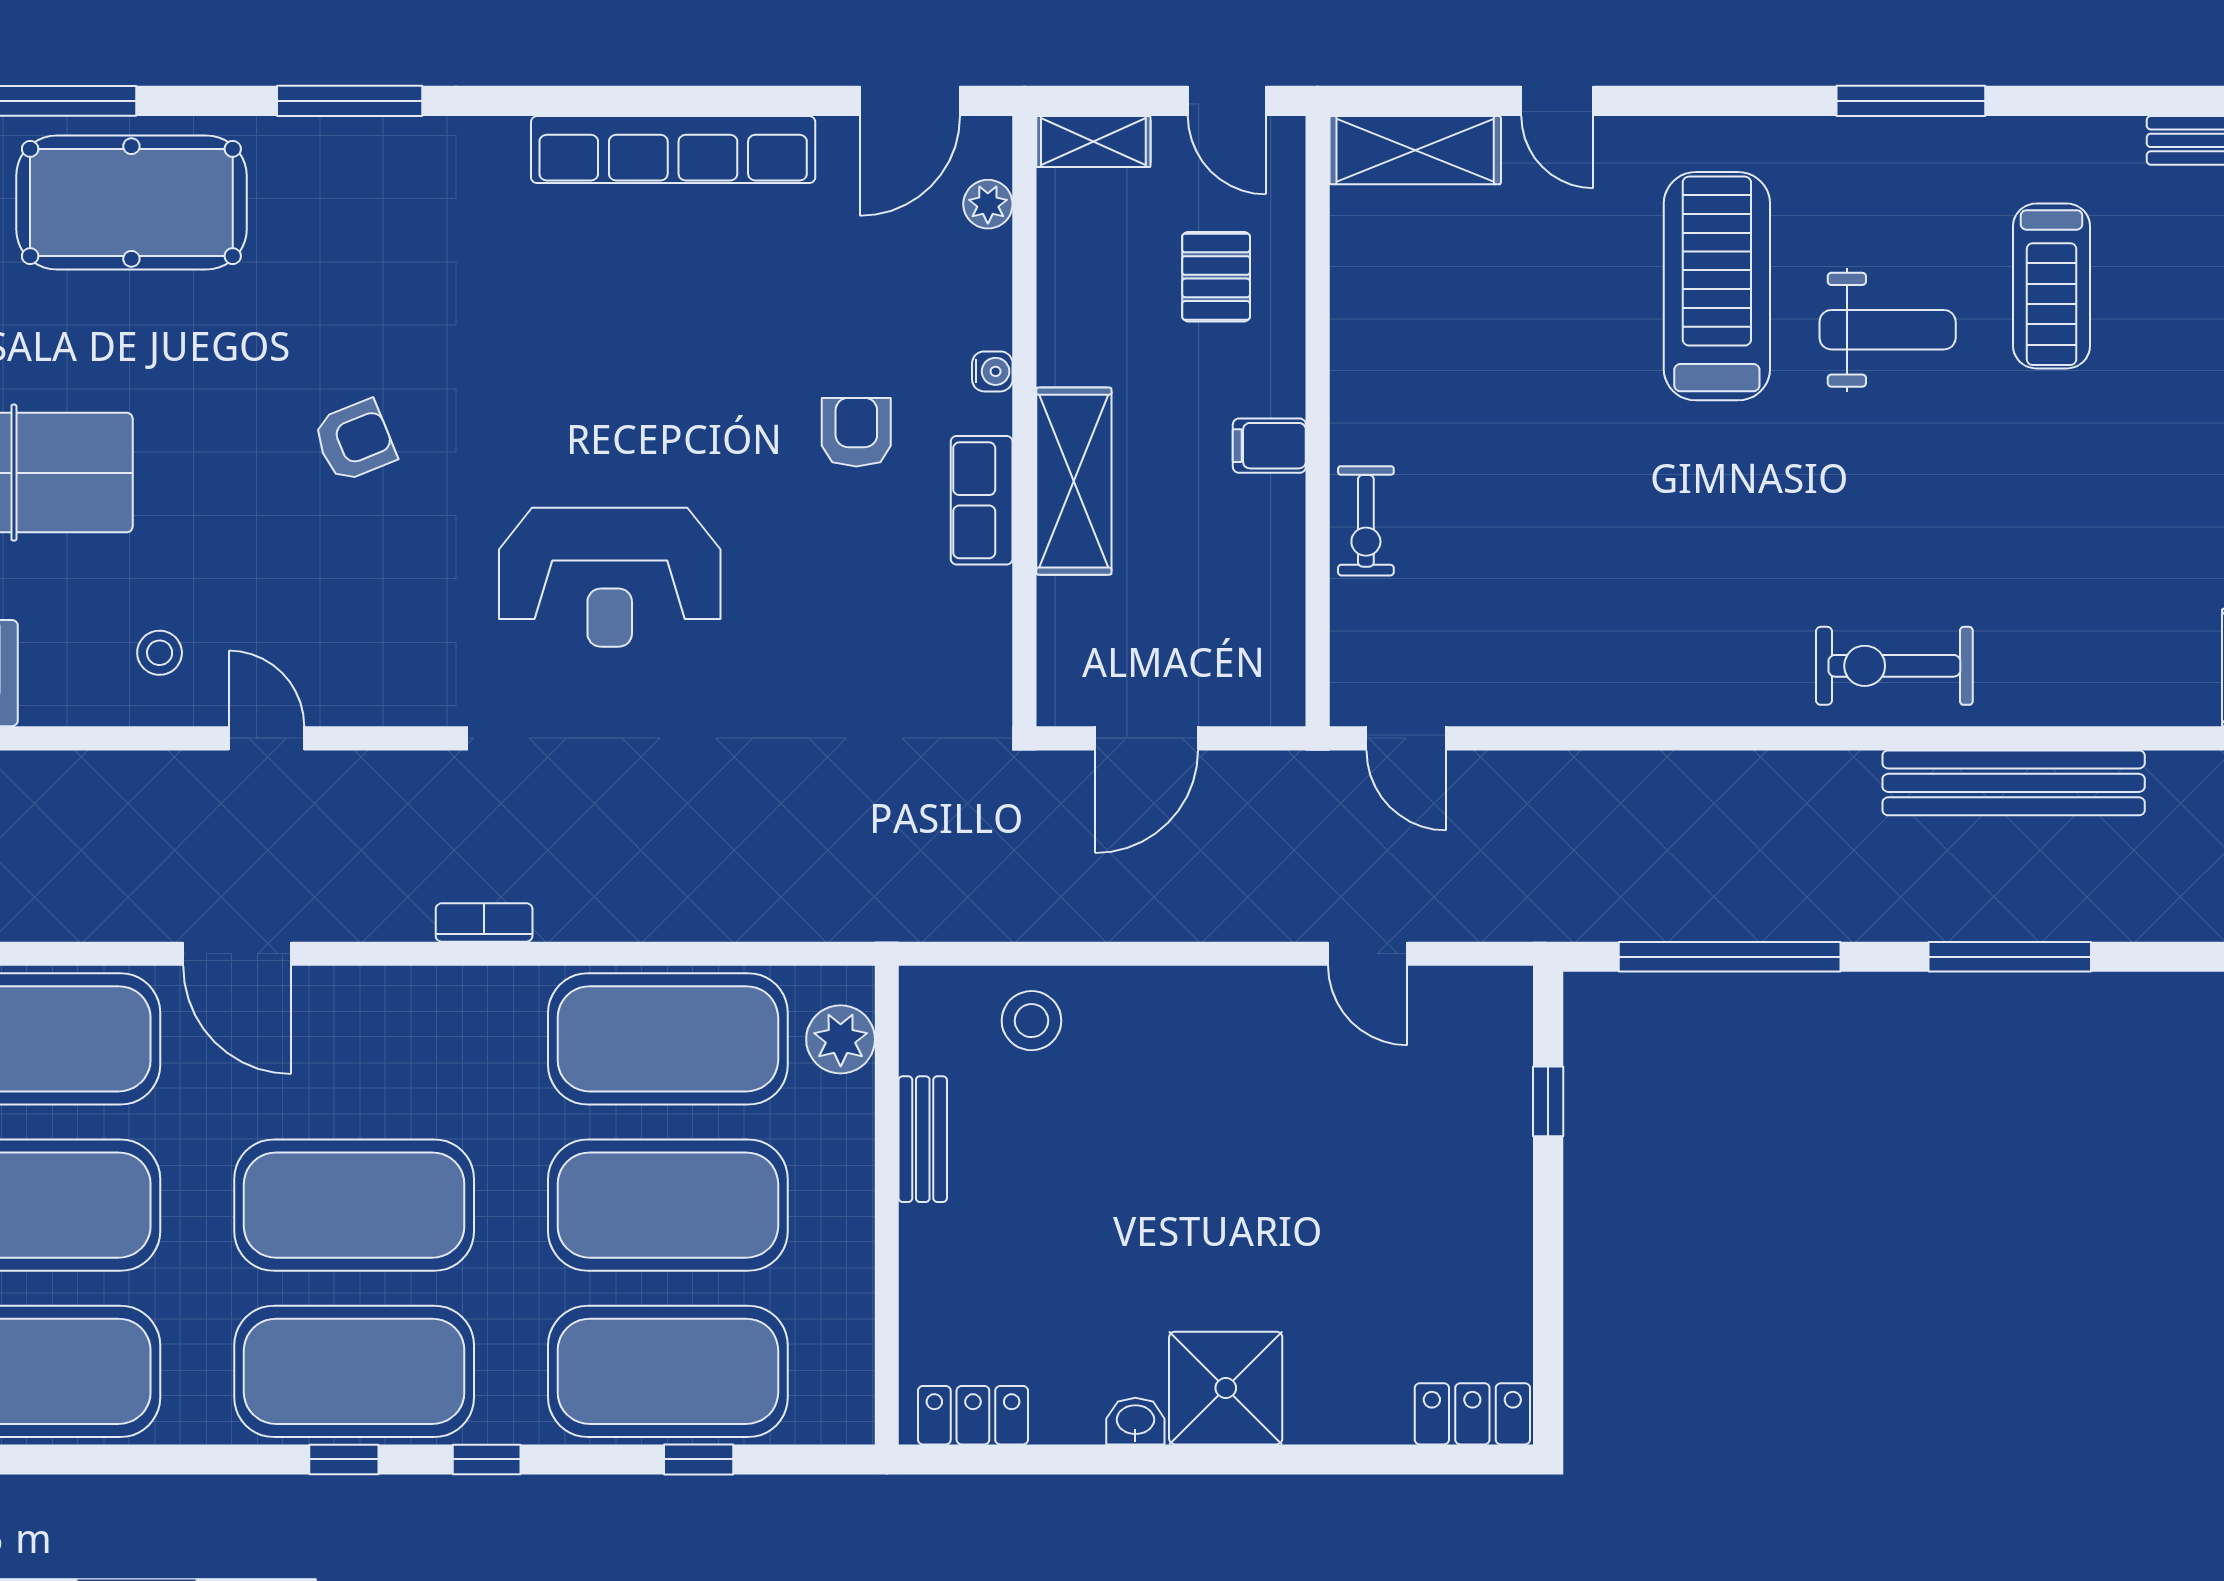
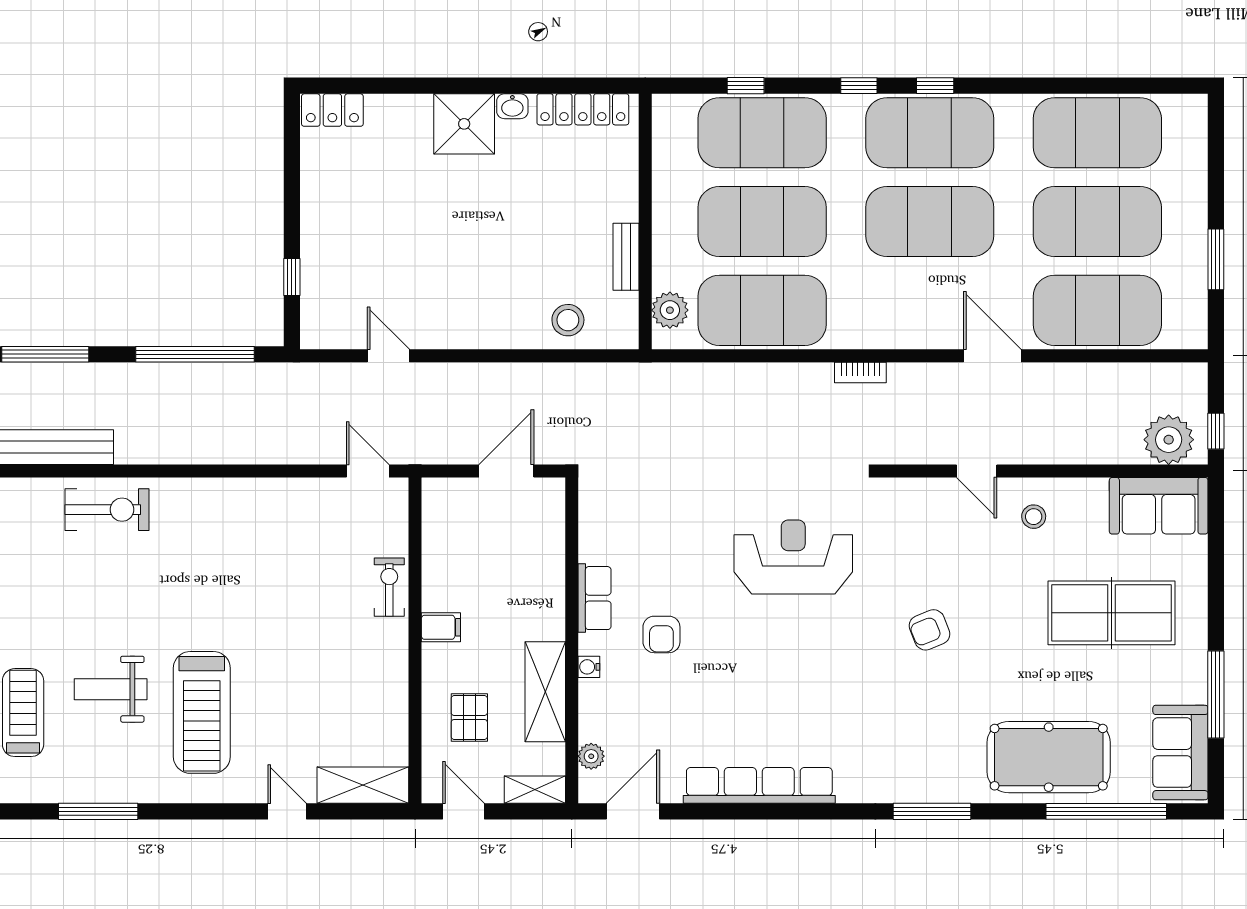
shelving: (1074, 481) -> (545, 692), moved
locker: (973, 1415) -> (583, 109), width x1.53

